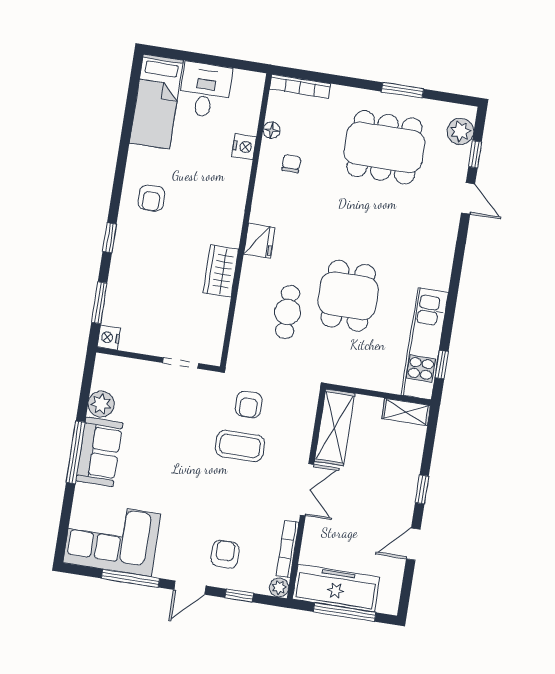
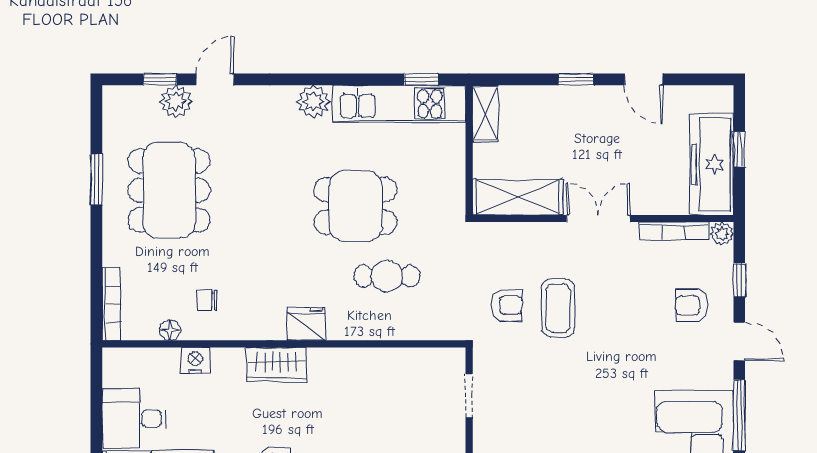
plant: (460, 131) -> (176, 101), moved
wardrobe: (221, 271) -> (276, 365), moved
plant: (438, 275) -> (314, 102), added
window: (345, 612) -> (739, 149), width x0.46

